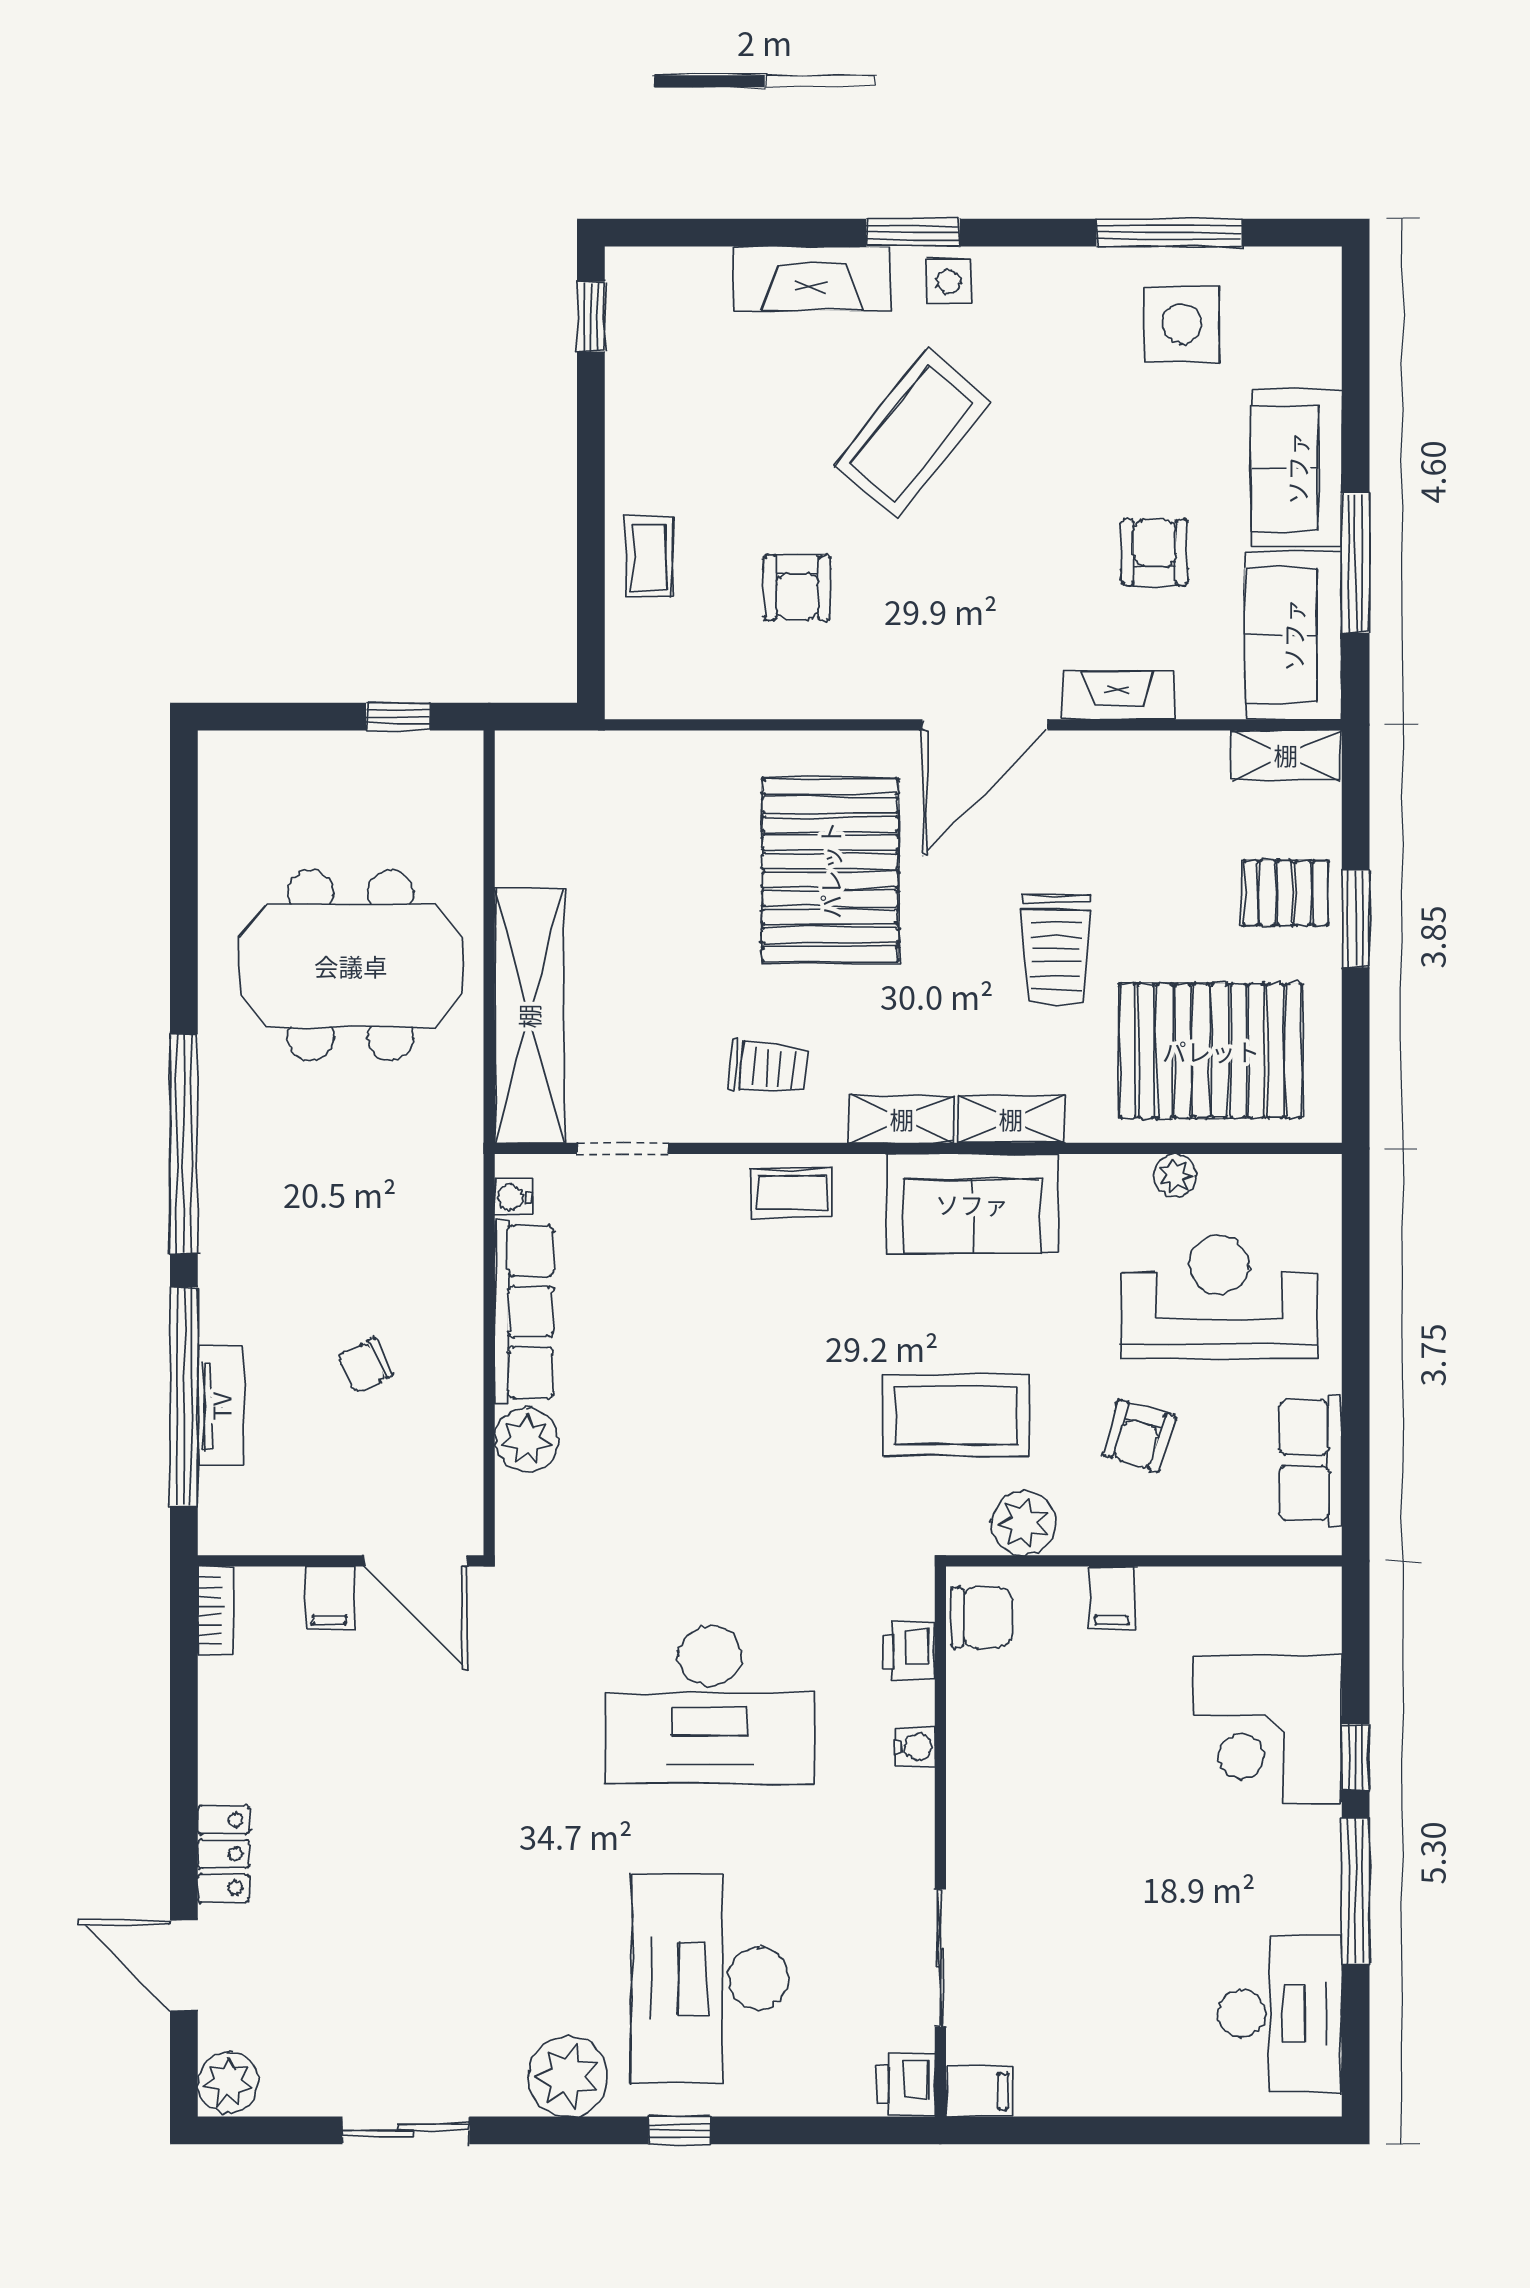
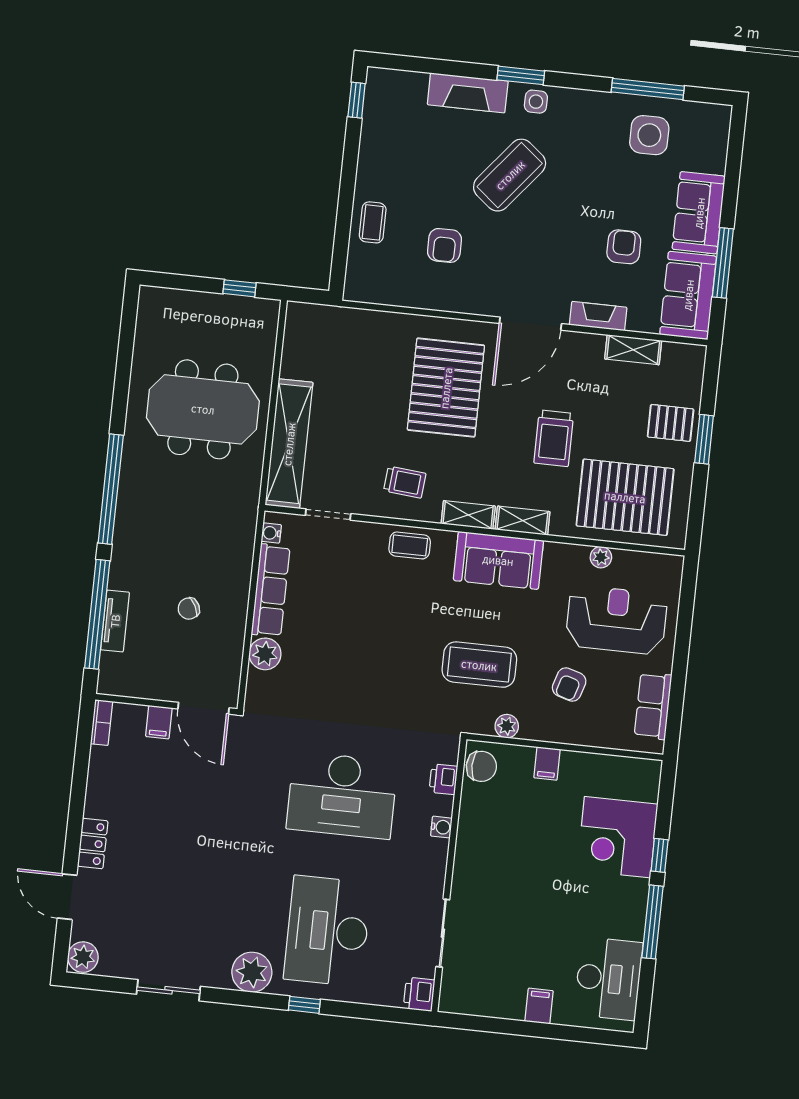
shelving: (1286, 755) -> (633, 350), moved
plant: (1024, 1523) -> (507, 726), width x0.73, depth x0.73
filing cabinet: (979, 2091) -> (539, 1006), moved, turned -90

